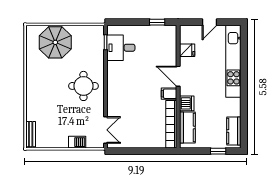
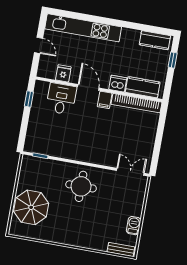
desk: (121, 48) -> (61, 99), moved, turned 180
door: (178, 76) -> (88, 87), swing flipped
barbecue: (77, 142) -> (134, 226), moved

